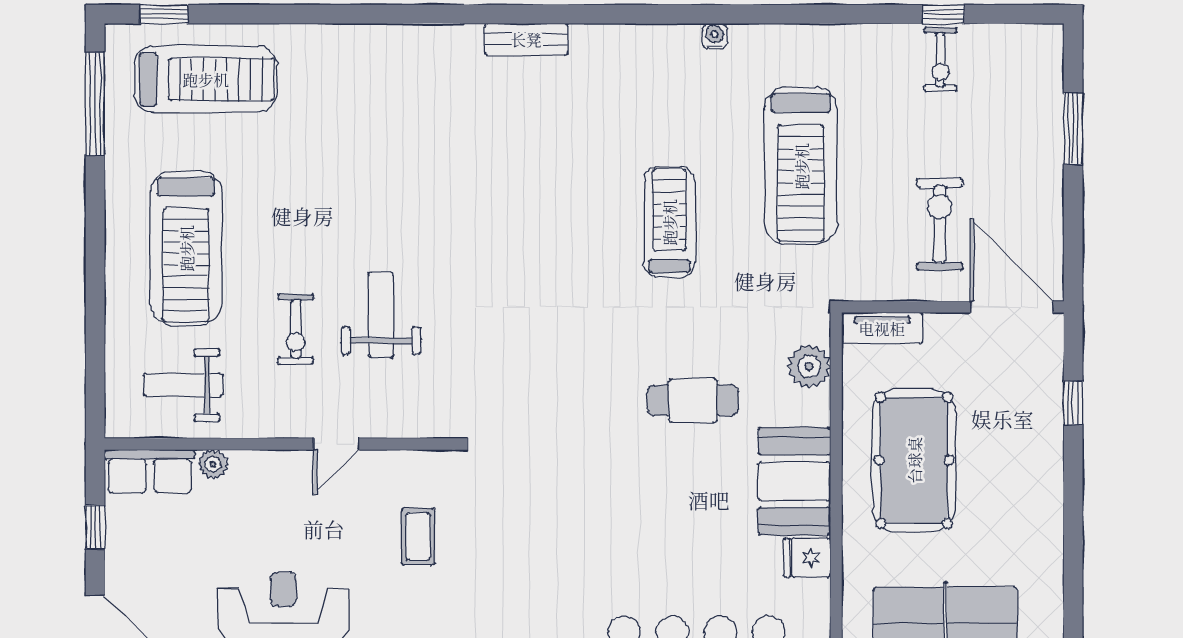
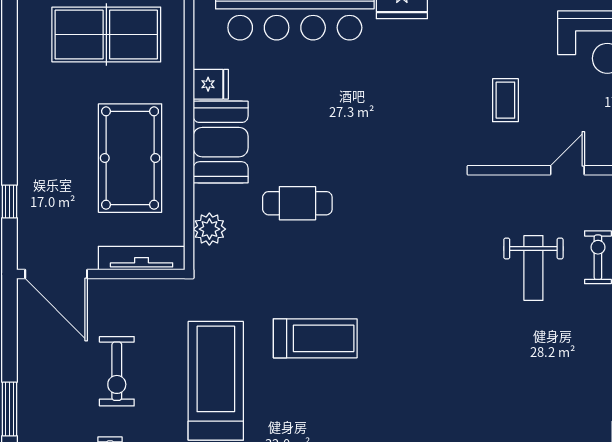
treadmill: (669, 222) -> (315, 338), turned -90
exercise bike: (940, 224) -> (117, 371), moved
tv unit: (882, 328) -> (142, 258), width x1.41

